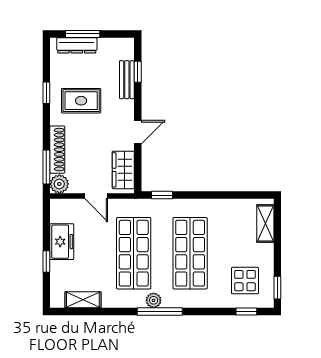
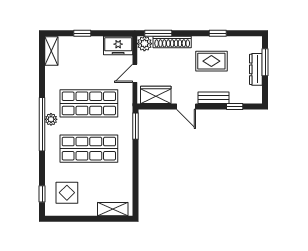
dresser: (77, 45) -> (256, 69), moved
bench: (127, 80) -> (213, 98), moved
rug: (81, 101) -> (211, 61), turned 90
window: (162, 195) -> (136, 126), width x1.50
freezer: (62, 242) -> (118, 46), moved
window: (277, 288) -> (61, 219), removed
shelving: (83, 300) -> (51, 51), moved
window: (160, 311) -> (42, 124), width x1.46

